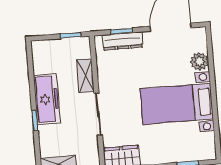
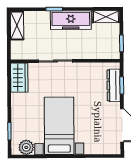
plant: (199, 62) -> (26, 147), moved
shelving: (85, 76) -> (106, 17), moved

